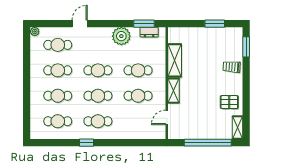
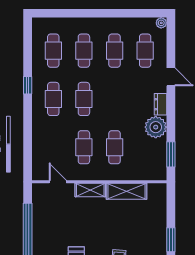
dresser: (149, 32) -> (161, 104), moved
cafe table: (98, 70) -> (115, 99), removed

